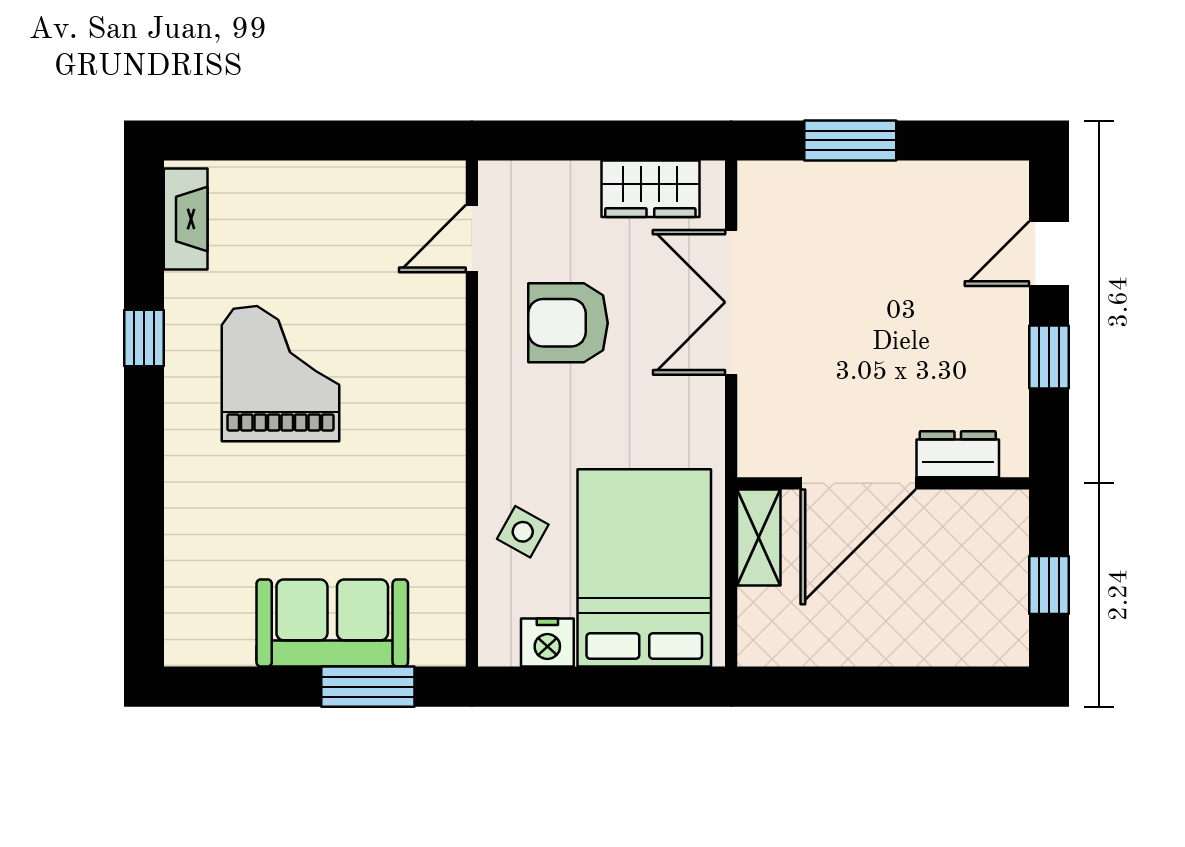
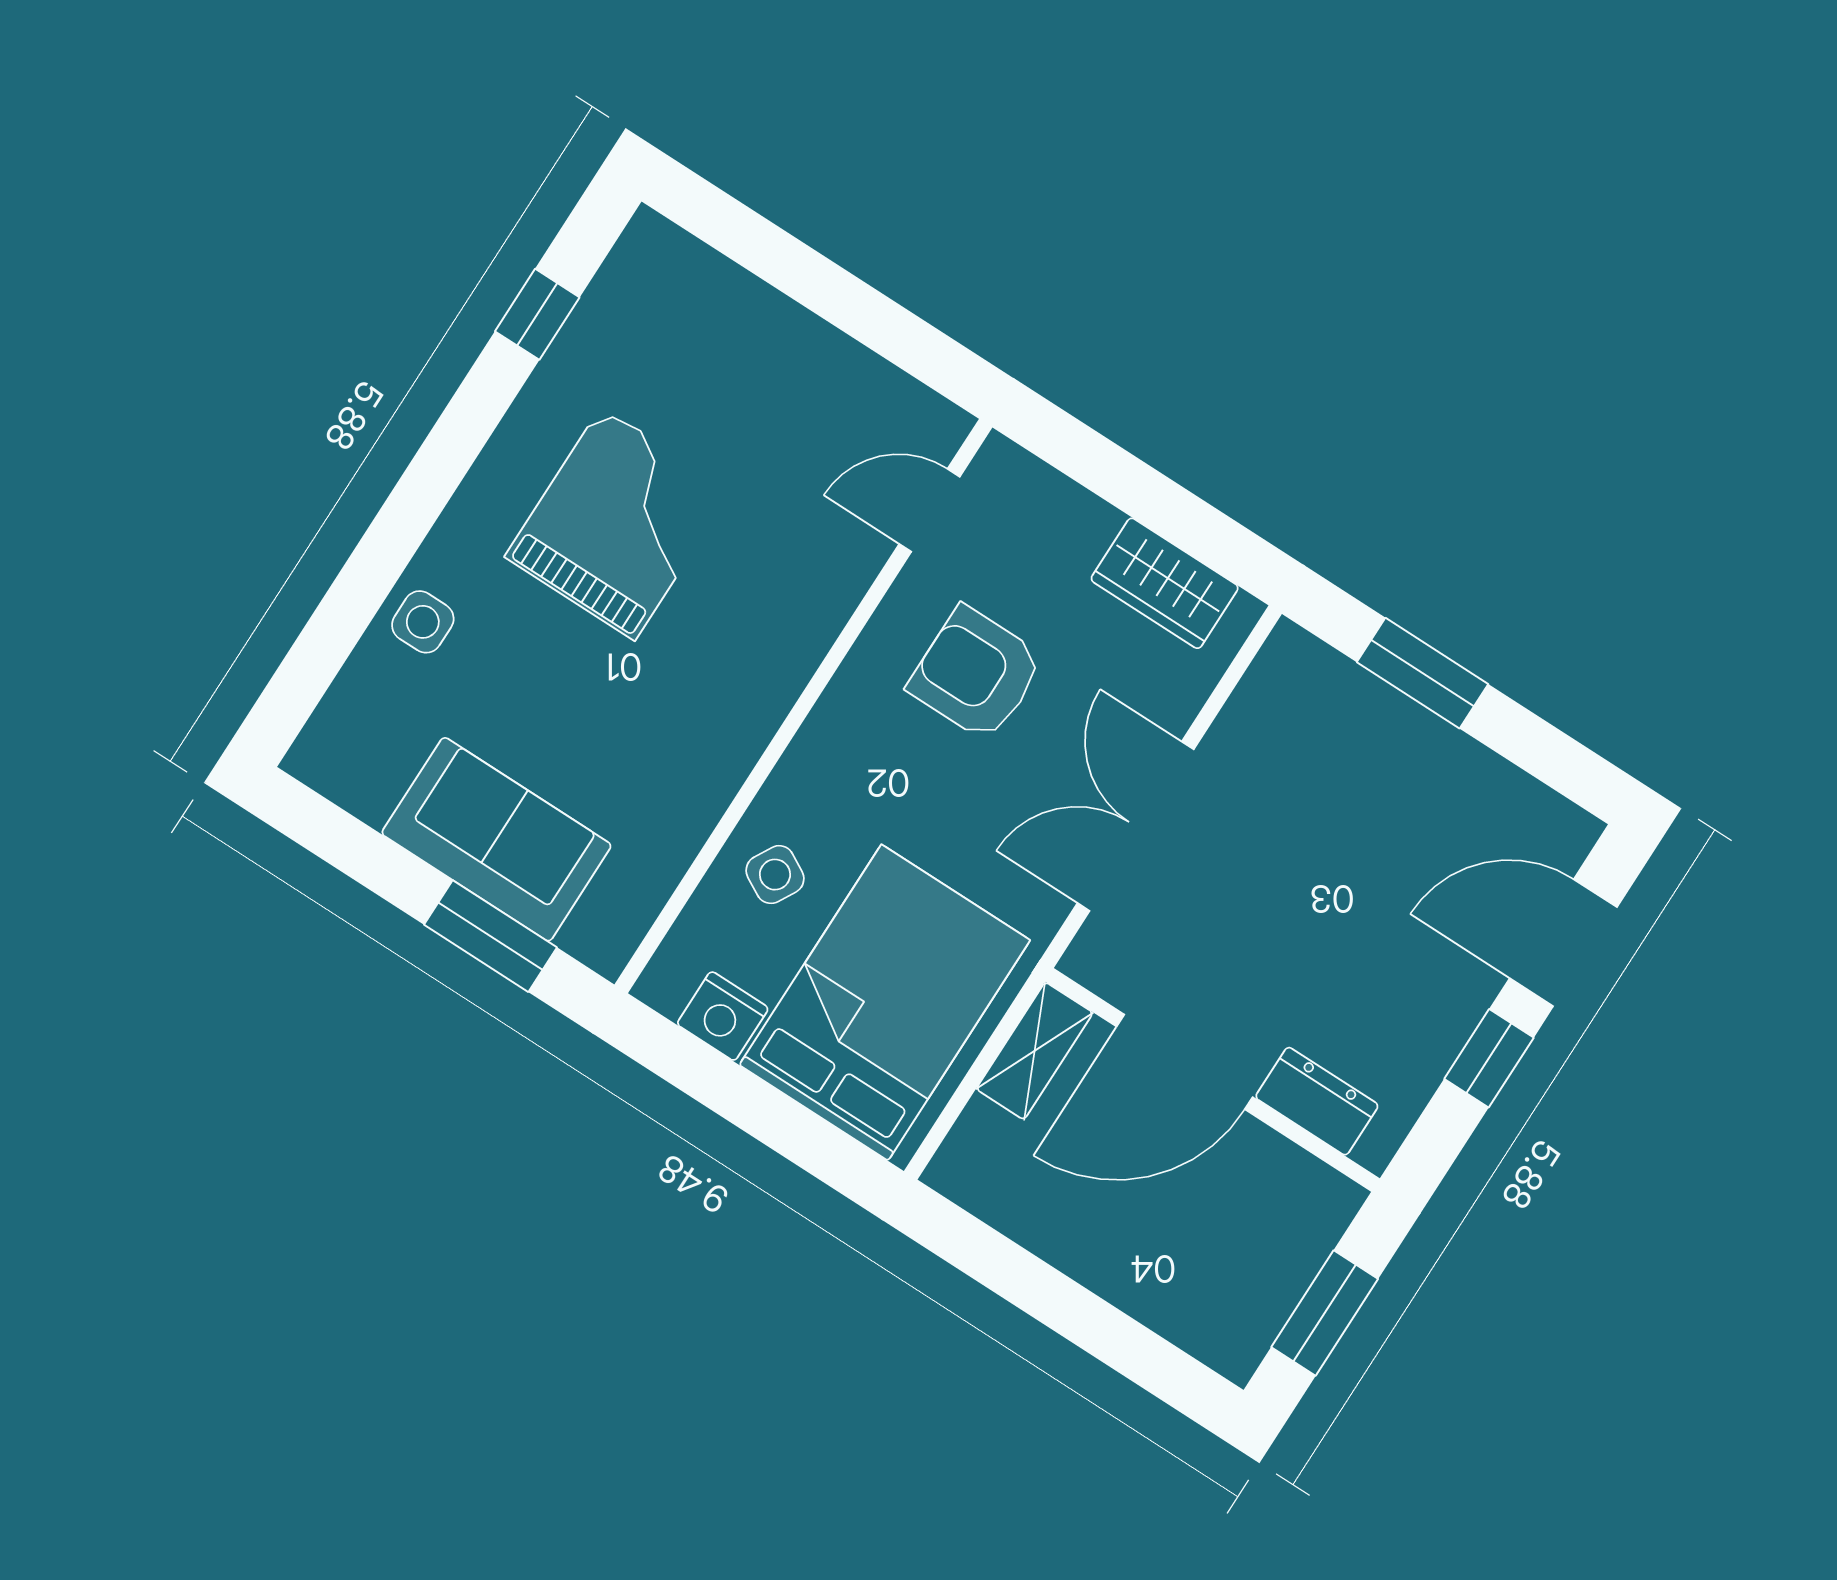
fireplace: (186, 219) -> (624, 282), removed
door: (1049, 254) -> (1563, 943), width x1.38
double door: (731, 302) -> (1136, 826), moved
window: (144, 338) -> (537, 314), moved
side table: (197, 516) -> (423, 622), added
window: (1049, 585) -> (1325, 1313), width x1.50

